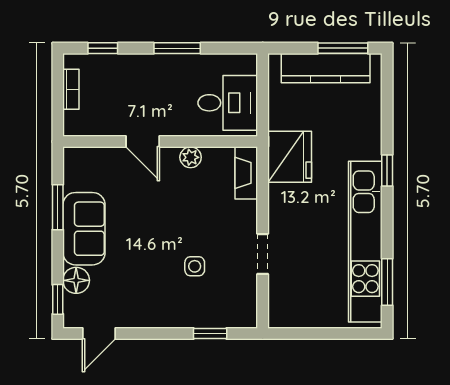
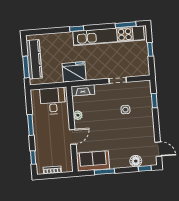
window: (343, 48) -> (26, 67), moved
sofa: (84, 229) -> (93, 161), moved
window: (327, 334) -> (150, 49), added

